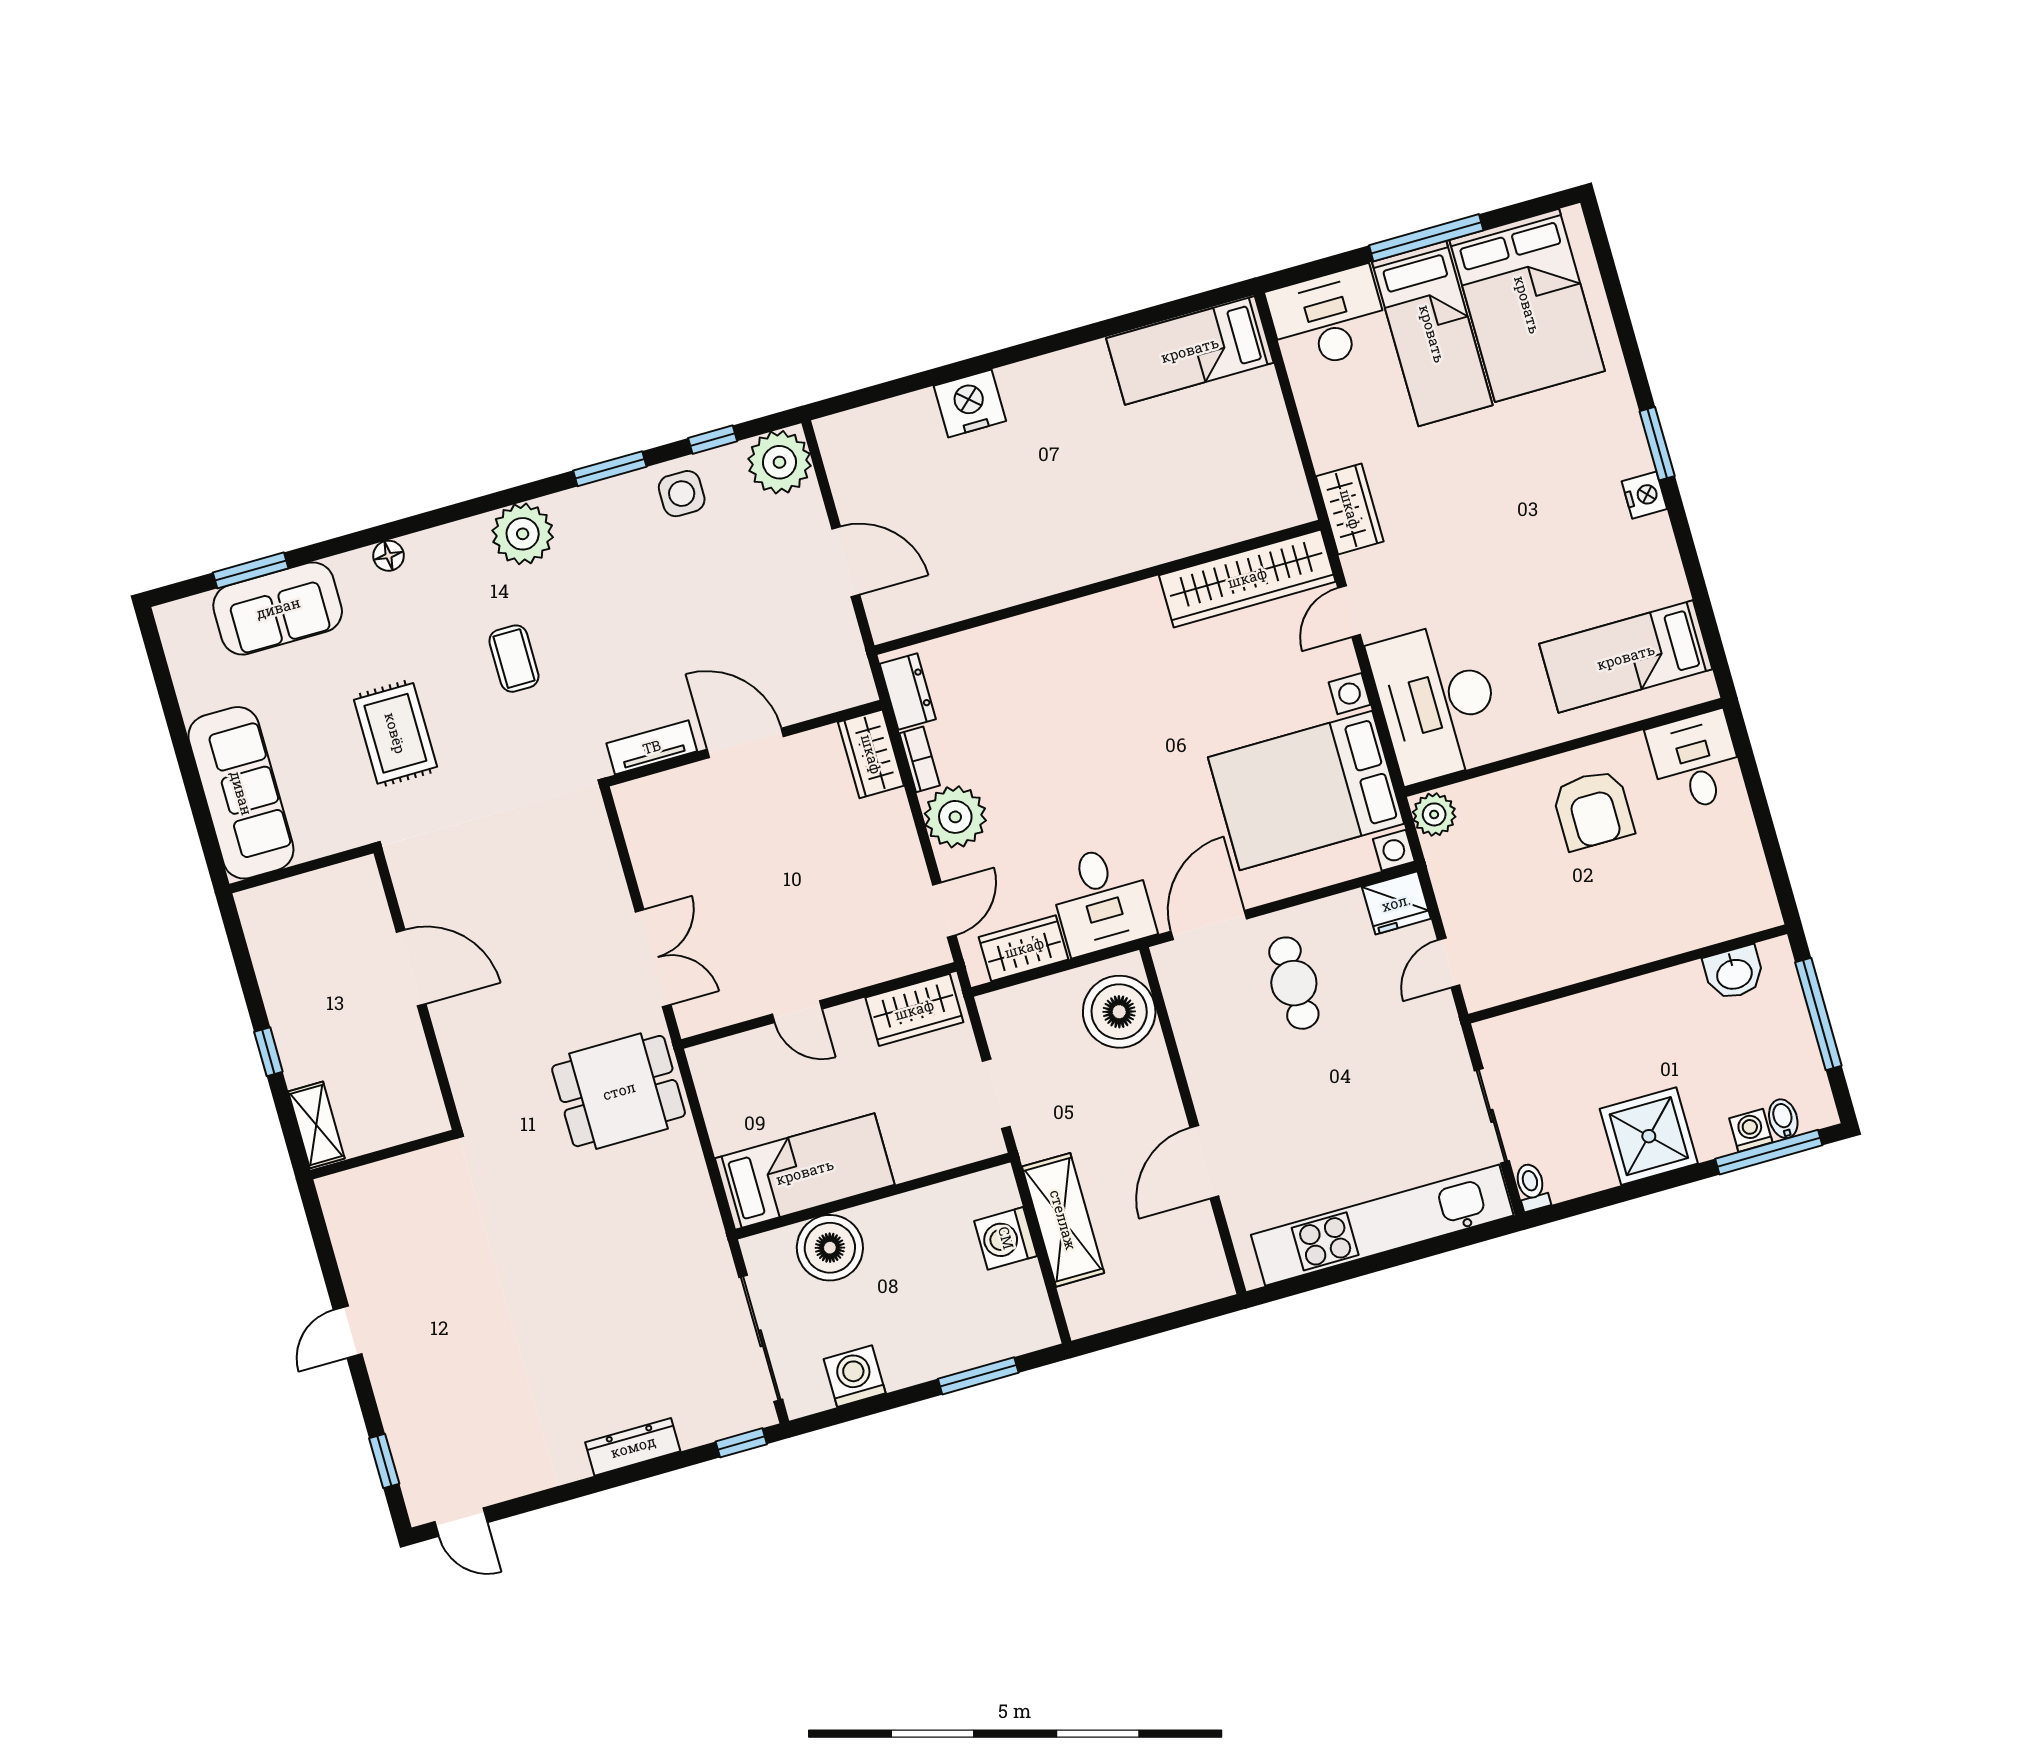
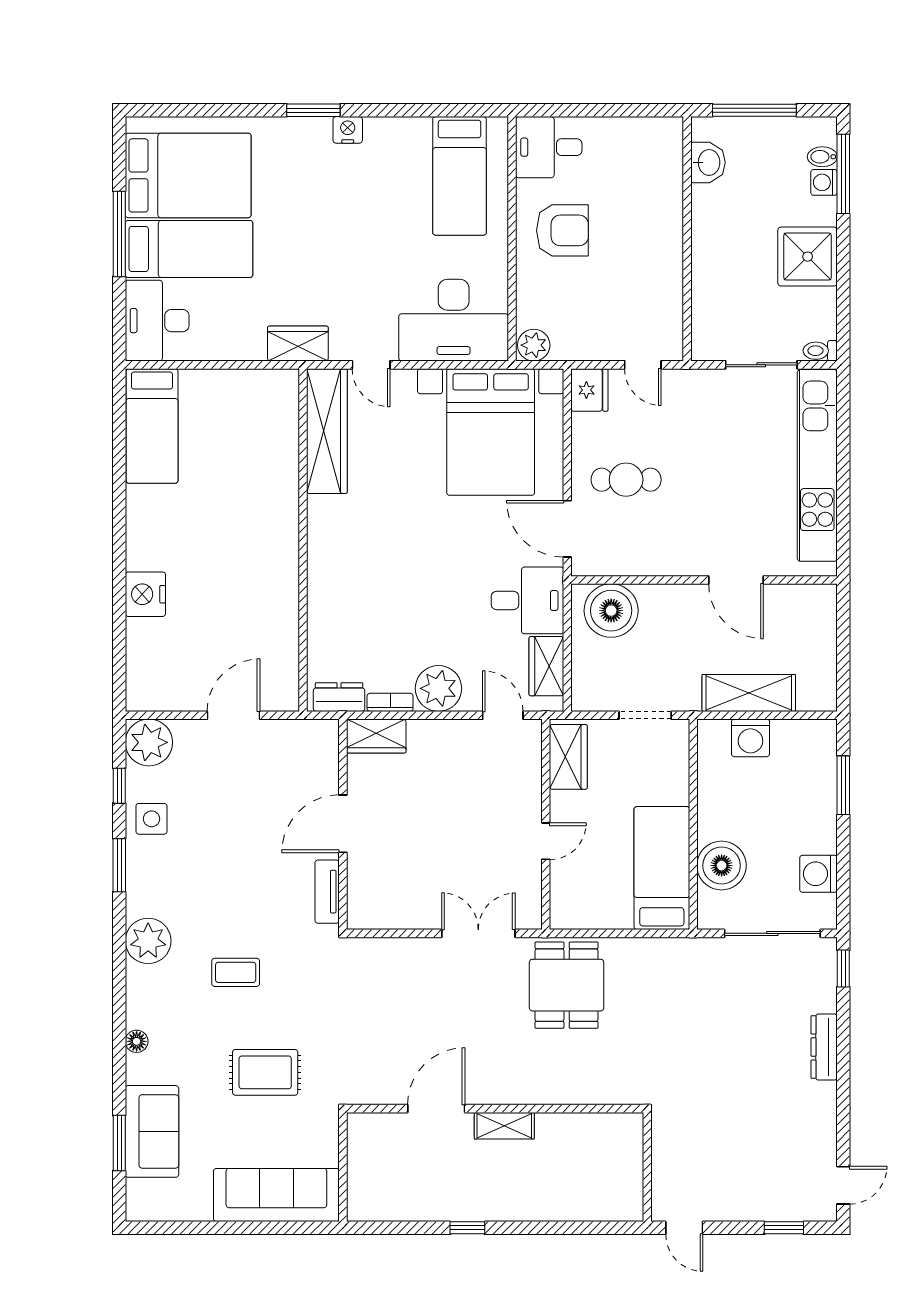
shelving: (316, 1125) -> (504, 1126), moved
wall: (382, 1155) -> (647, 1167), moved

